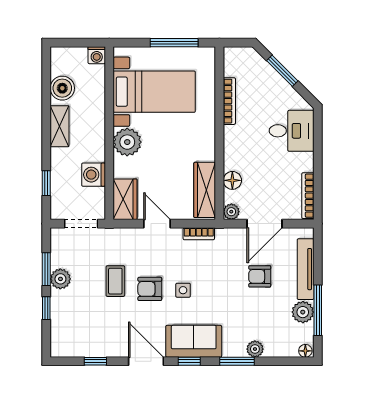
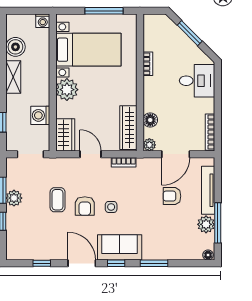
bookcase: (229, 101) -> (148, 64), width x0.64
armchair: (150, 289) -> (85, 206), turned -90
plant: (255, 349) -> (168, 254), removed

